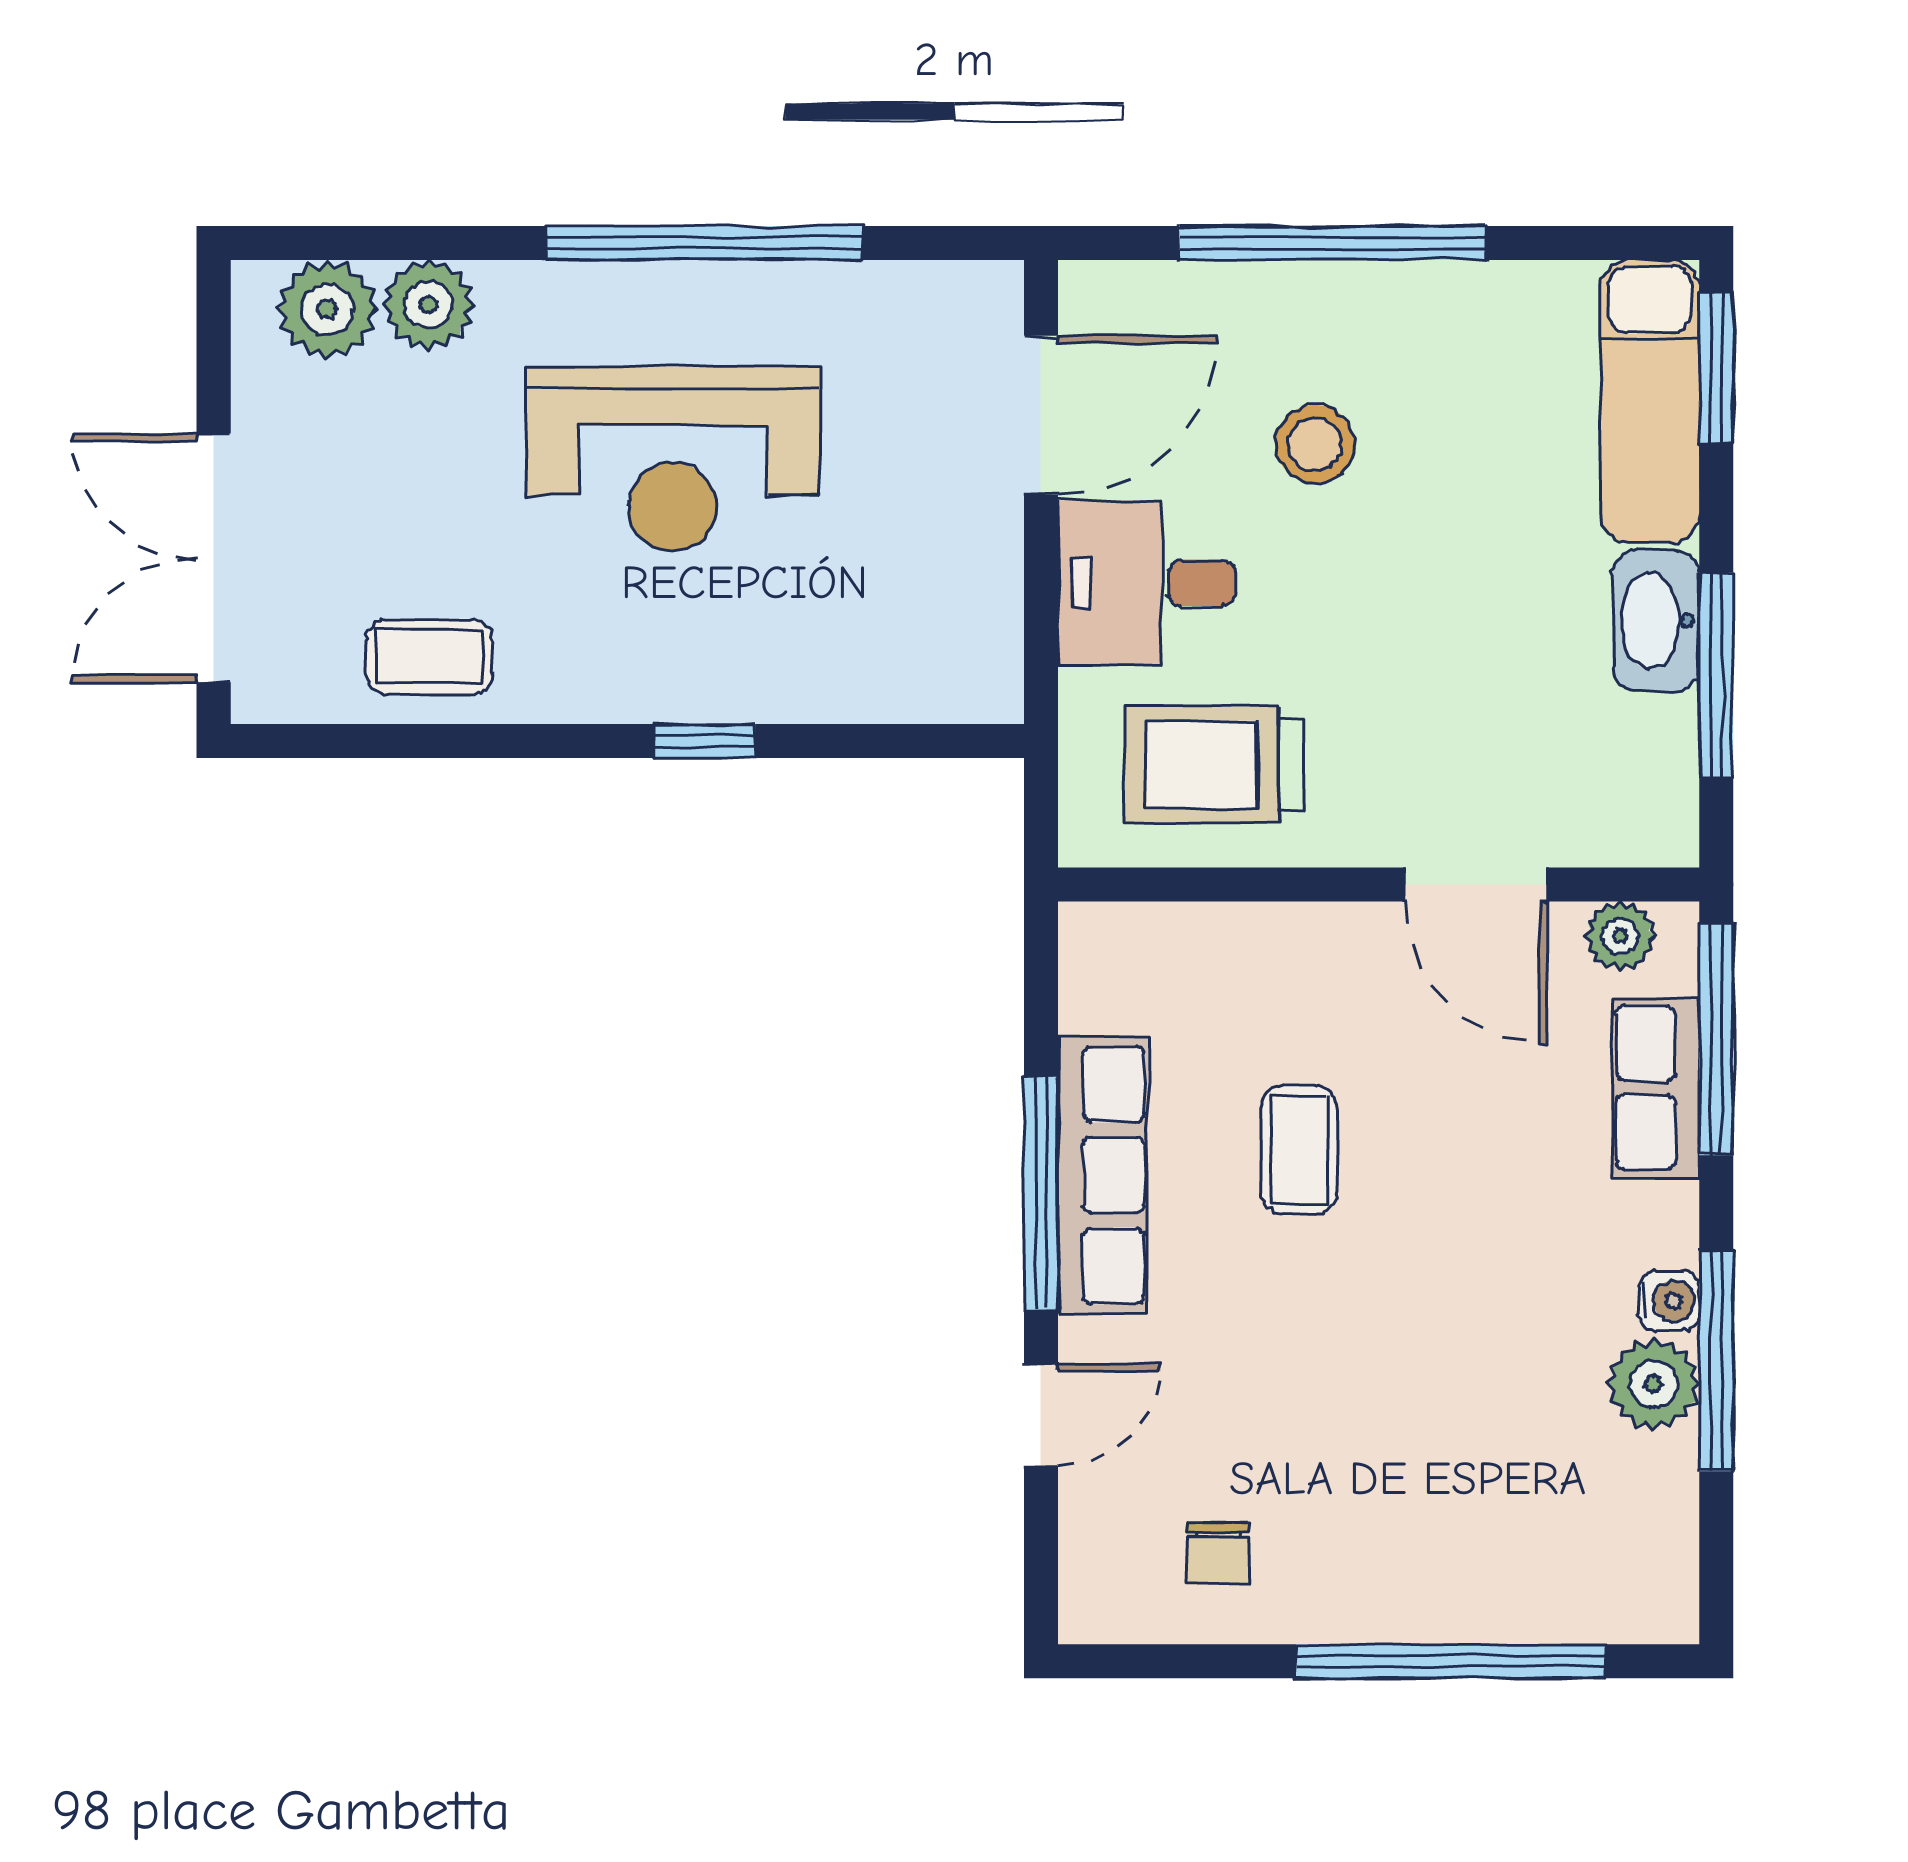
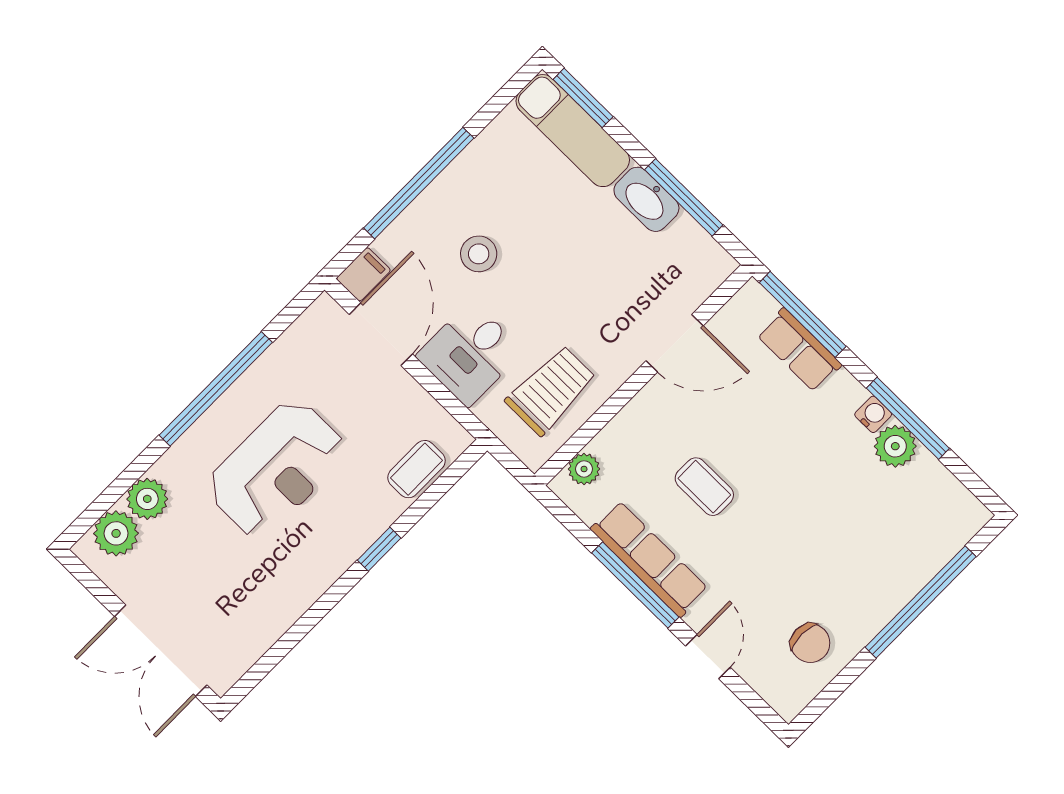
filing cabinet: (1107, 297) -> (363, 274), added
coffee table: (429, 657) -> (417, 469), moved
trolley: (1214, 764) -> (551, 390), turned 180
plant: (1620, 936) -> (584, 469), moved
chair: (1218, 1553) -> (810, 643), width x1.37, depth x1.37

